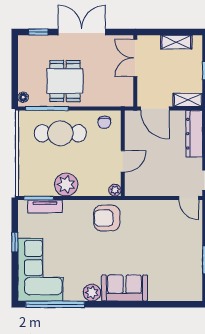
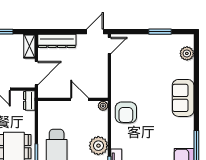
dresser: (121, 100) -> (29, 100), added
chair: (104, 122) -> (48, 114), removed
plant: (92, 293) -> (187, 53), moved

